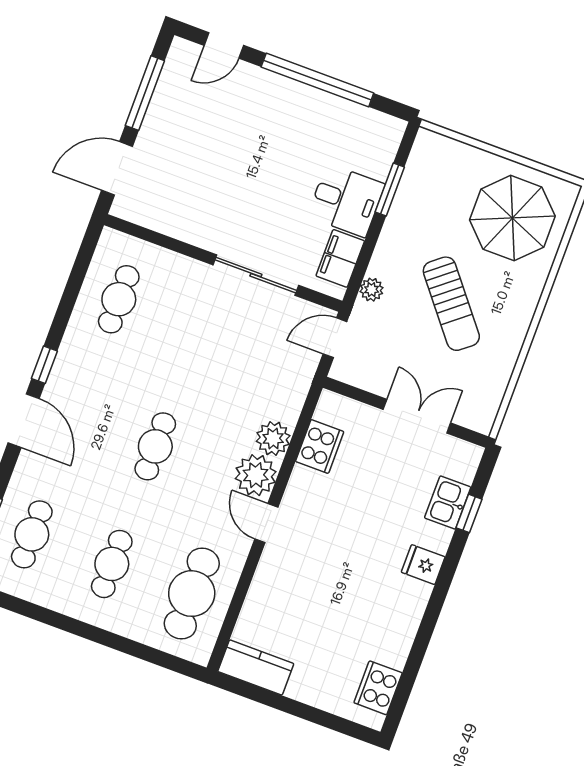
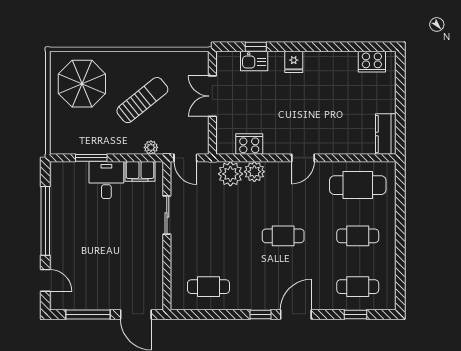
sliding door: (256, 275) -> (167, 215), width x0.73
plant: (256, 475) -> (230, 174), moved

